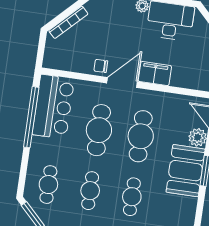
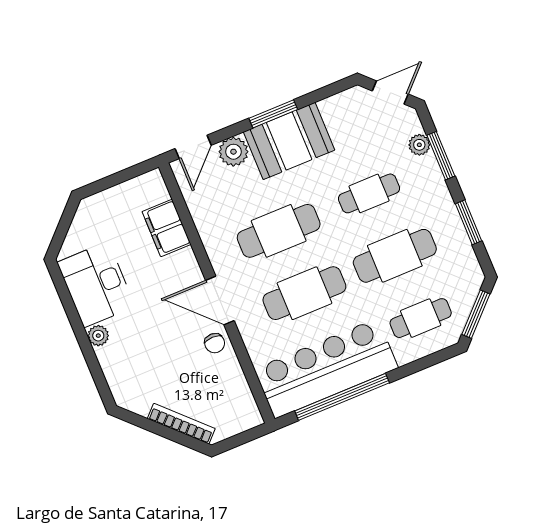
filing cabinet: (155, 74) -> (167, 228), moved
bar counter: (53, 107) -> (326, 368), width x1.36
cafe table: (90, 191) -> (395, 256), width x1.37, depth x1.35

